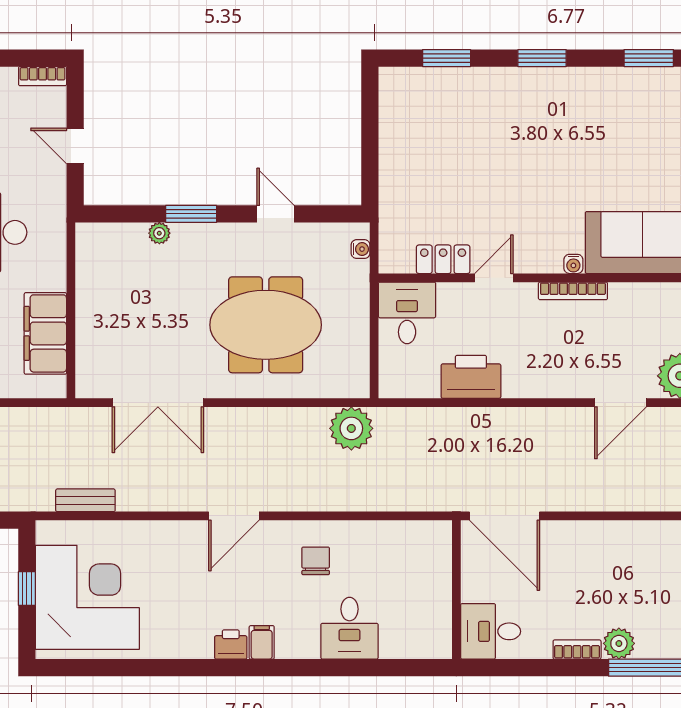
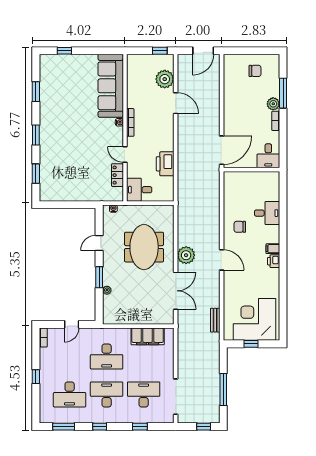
plant: (351, 428) -> (186, 255), moved

